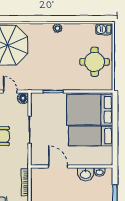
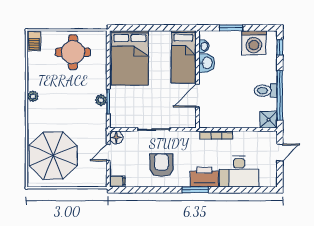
plant: (54, 85) -> (101, 100), added
bed: (91, 136) -> (183, 57), moved

